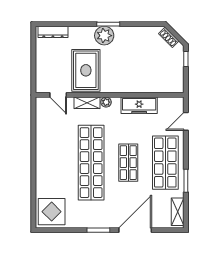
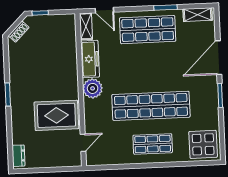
dresser: (53, 32) -> (19, 156), width x0.70
plant: (104, 36) -> (20, 98), removed
plant: (106, 102) -> (93, 88), width x1.87, depth x1.87
shelving: (87, 103) -> (86, 26), moved
shop shelf: (128, 163) -> (153, 144), moved
door: (135, 230) -> (219, 58), hinge flipped

